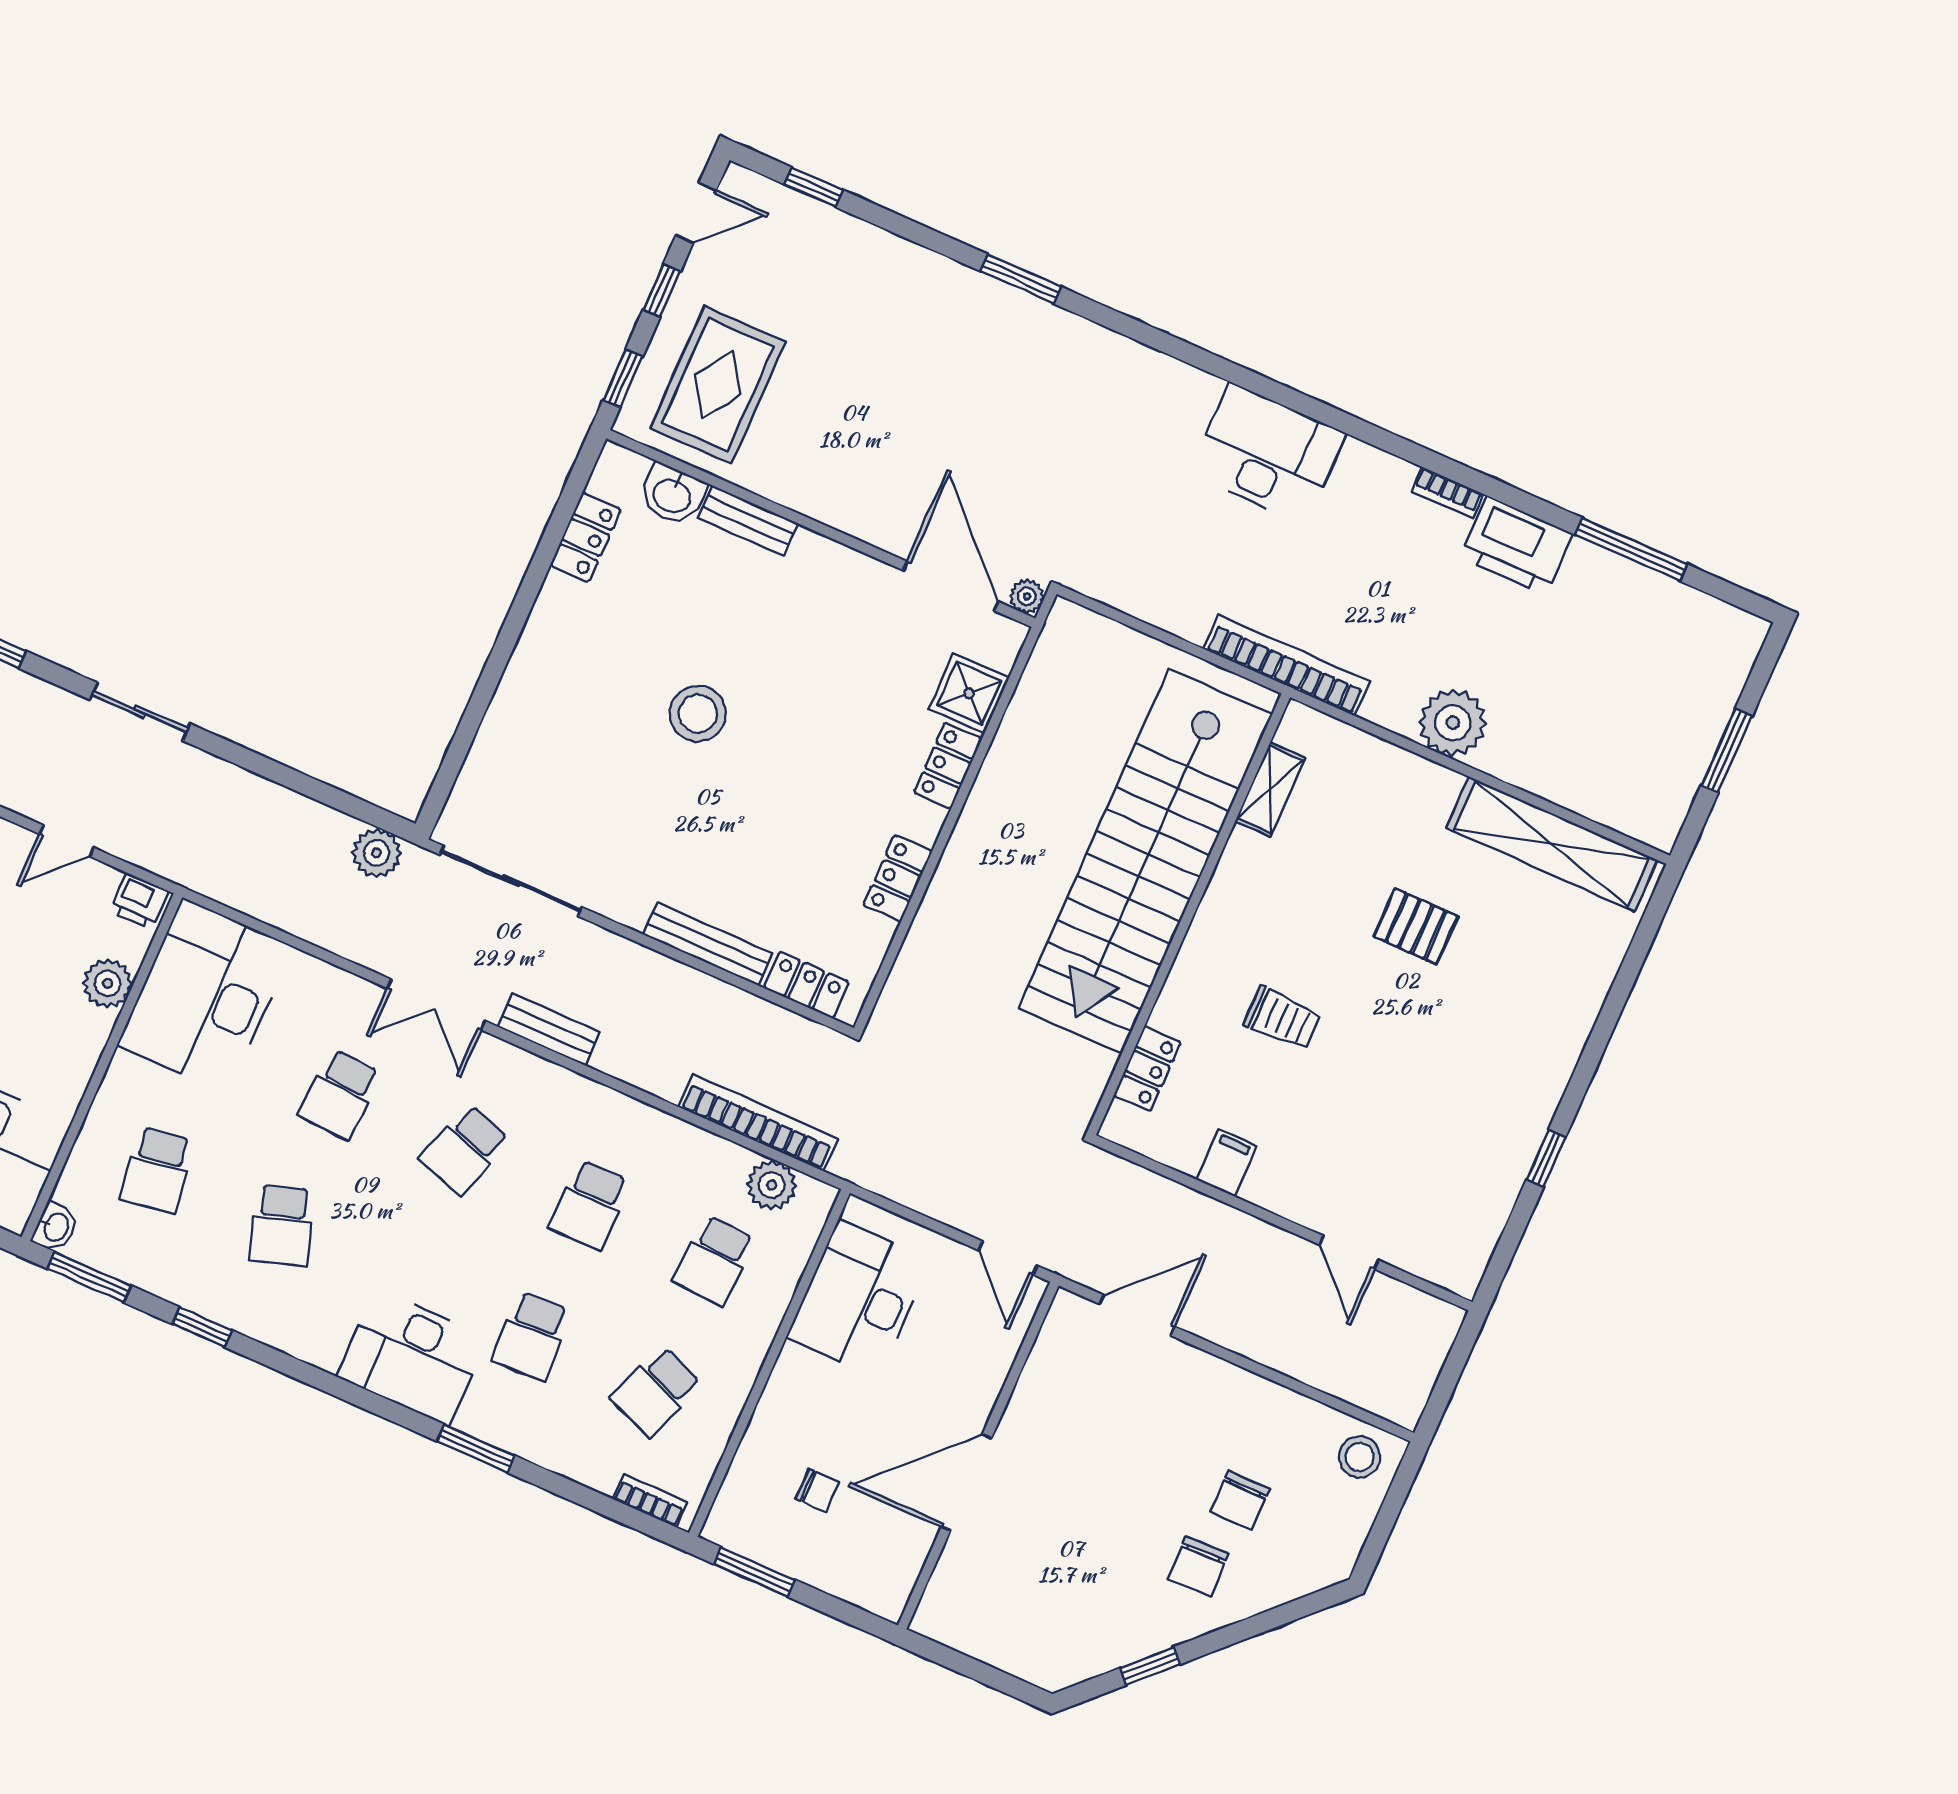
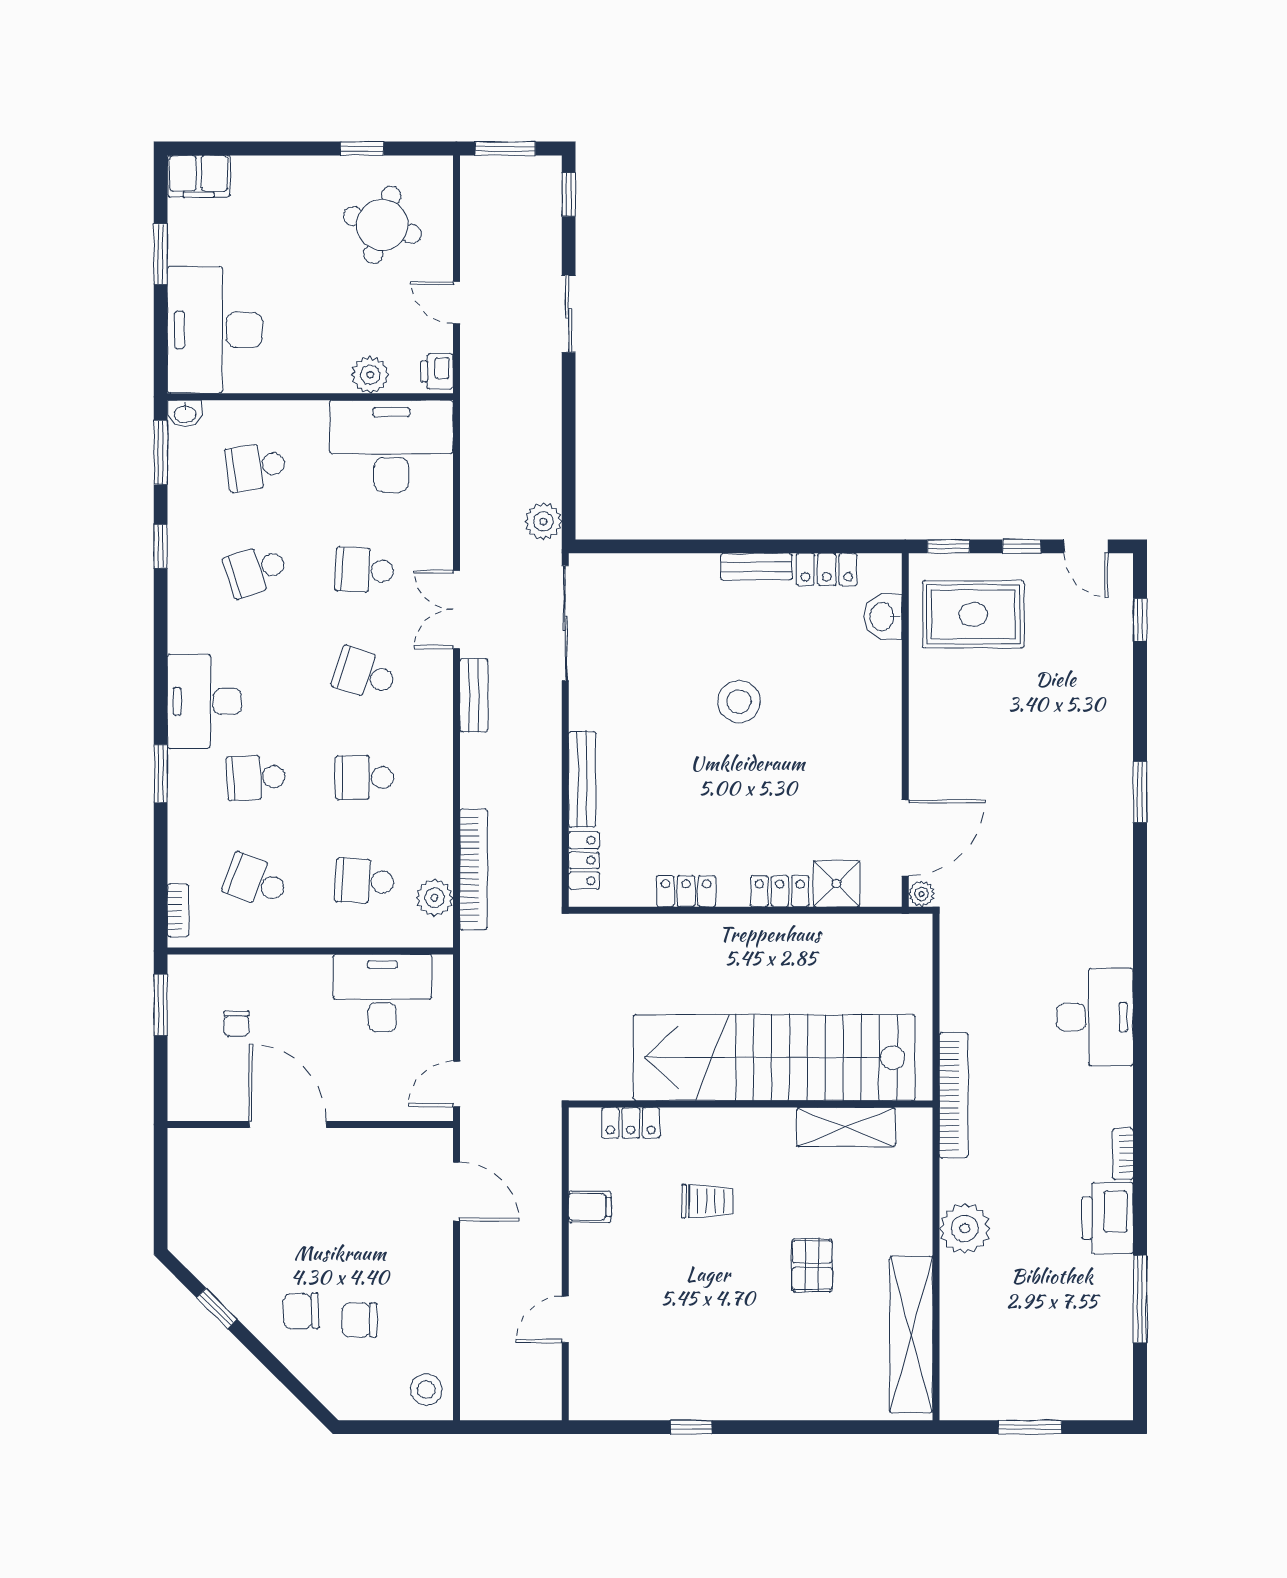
bench: (748, 521) -> (756, 567), moved, turned 90
shelving: (1270, 789) -> (846, 1127), width x1.50, depth x1.33
trolley: (1283, 1018) -> (707, 1201), turned -90

